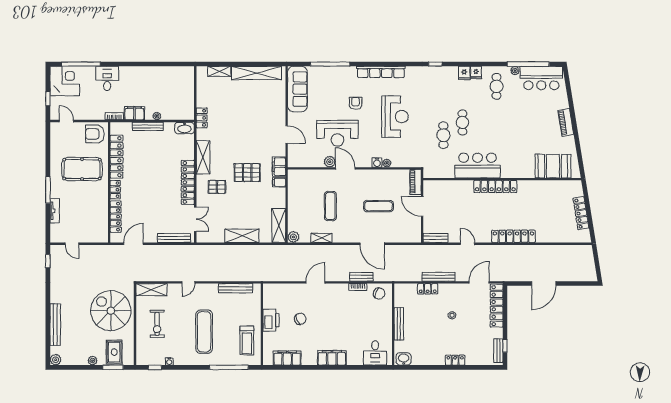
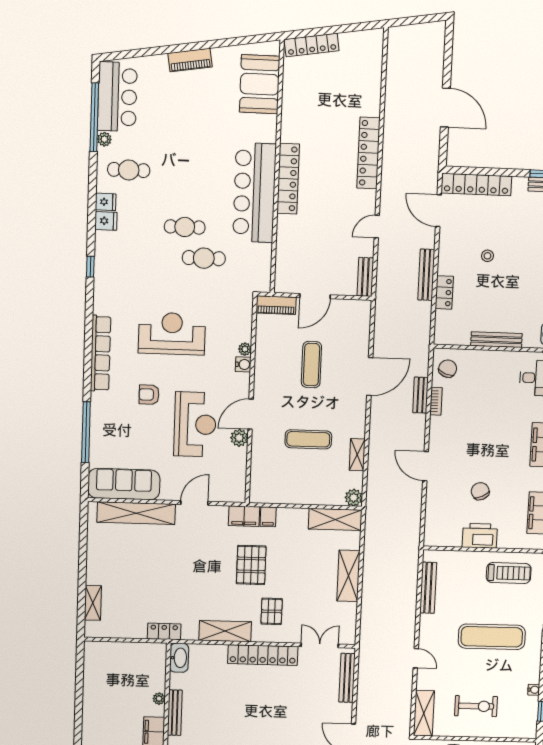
shelving: (256, 73) -> (136, 513), moved, turned 90
bar counter: (478, 166) -> (254, 193), width x1.36
locker: (581, 213) -> (312, 45), moved

